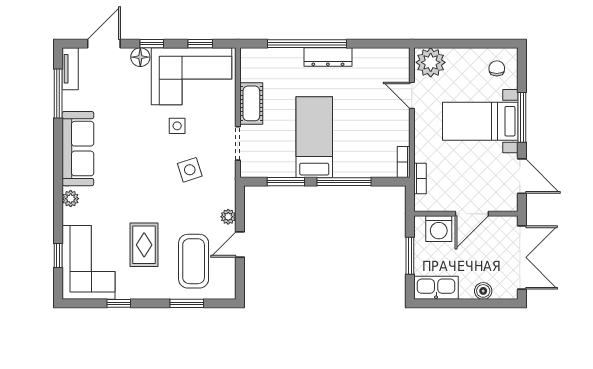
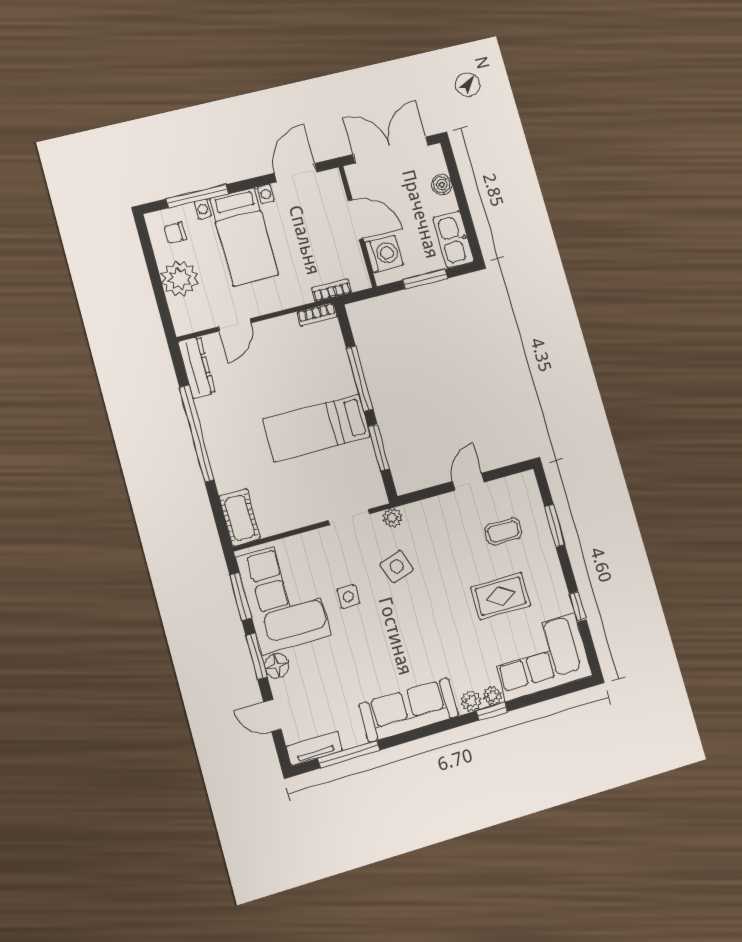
door: (104, 44) -> (272, 716), width x0.73
window: (152, 44) -> (256, 656), width x1.50
window: (200, 44) -> (241, 597), width x1.50
window: (307, 44) -> (197, 433), moved
dresser: (328, 57) -> (197, 367), moved
plant: (431, 62) -> (180, 279), moved
cot: (251, 103) -> (240, 517), moved, turned 90
window: (522, 117) -> (197, 196), moved
plant: (70, 216) -> (492, 696), added
plant: (228, 217) -> (392, 518), moved
door: (240, 245) -> (468, 482), swing flipped
window: (58, 255) -> (492, 711), moved
coffee table: (194, 261) -> (503, 531), width x0.54, depth x0.58

